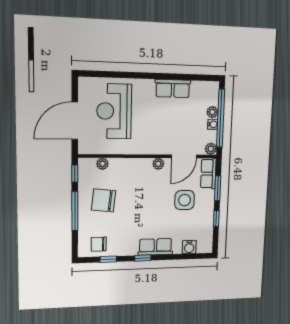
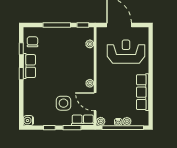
row of seats: (173, 88) -> (143, 92), width x1.48
chair: (104, 200) -> (64, 45), removed
row of seats: (155, 247) -> (29, 66), moved
water cooler: (189, 247) -> (28, 121), moved

